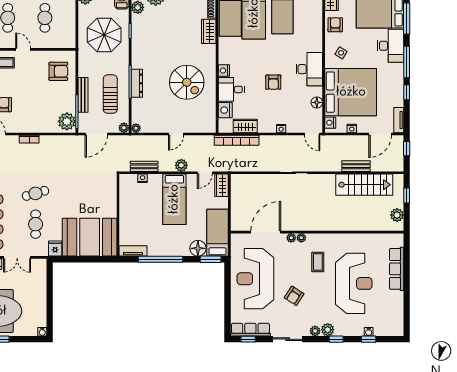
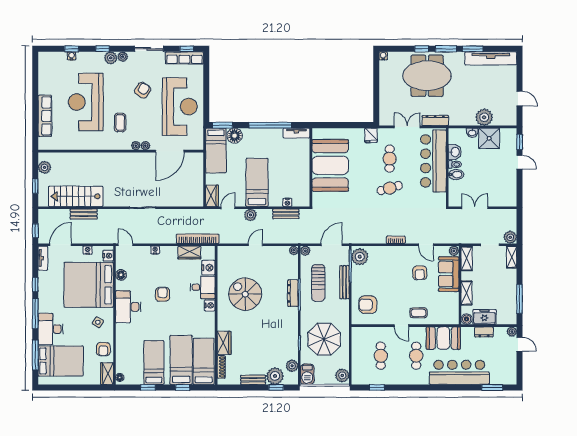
booth: (90, 237) -> (330, 165), moved, turned 90

